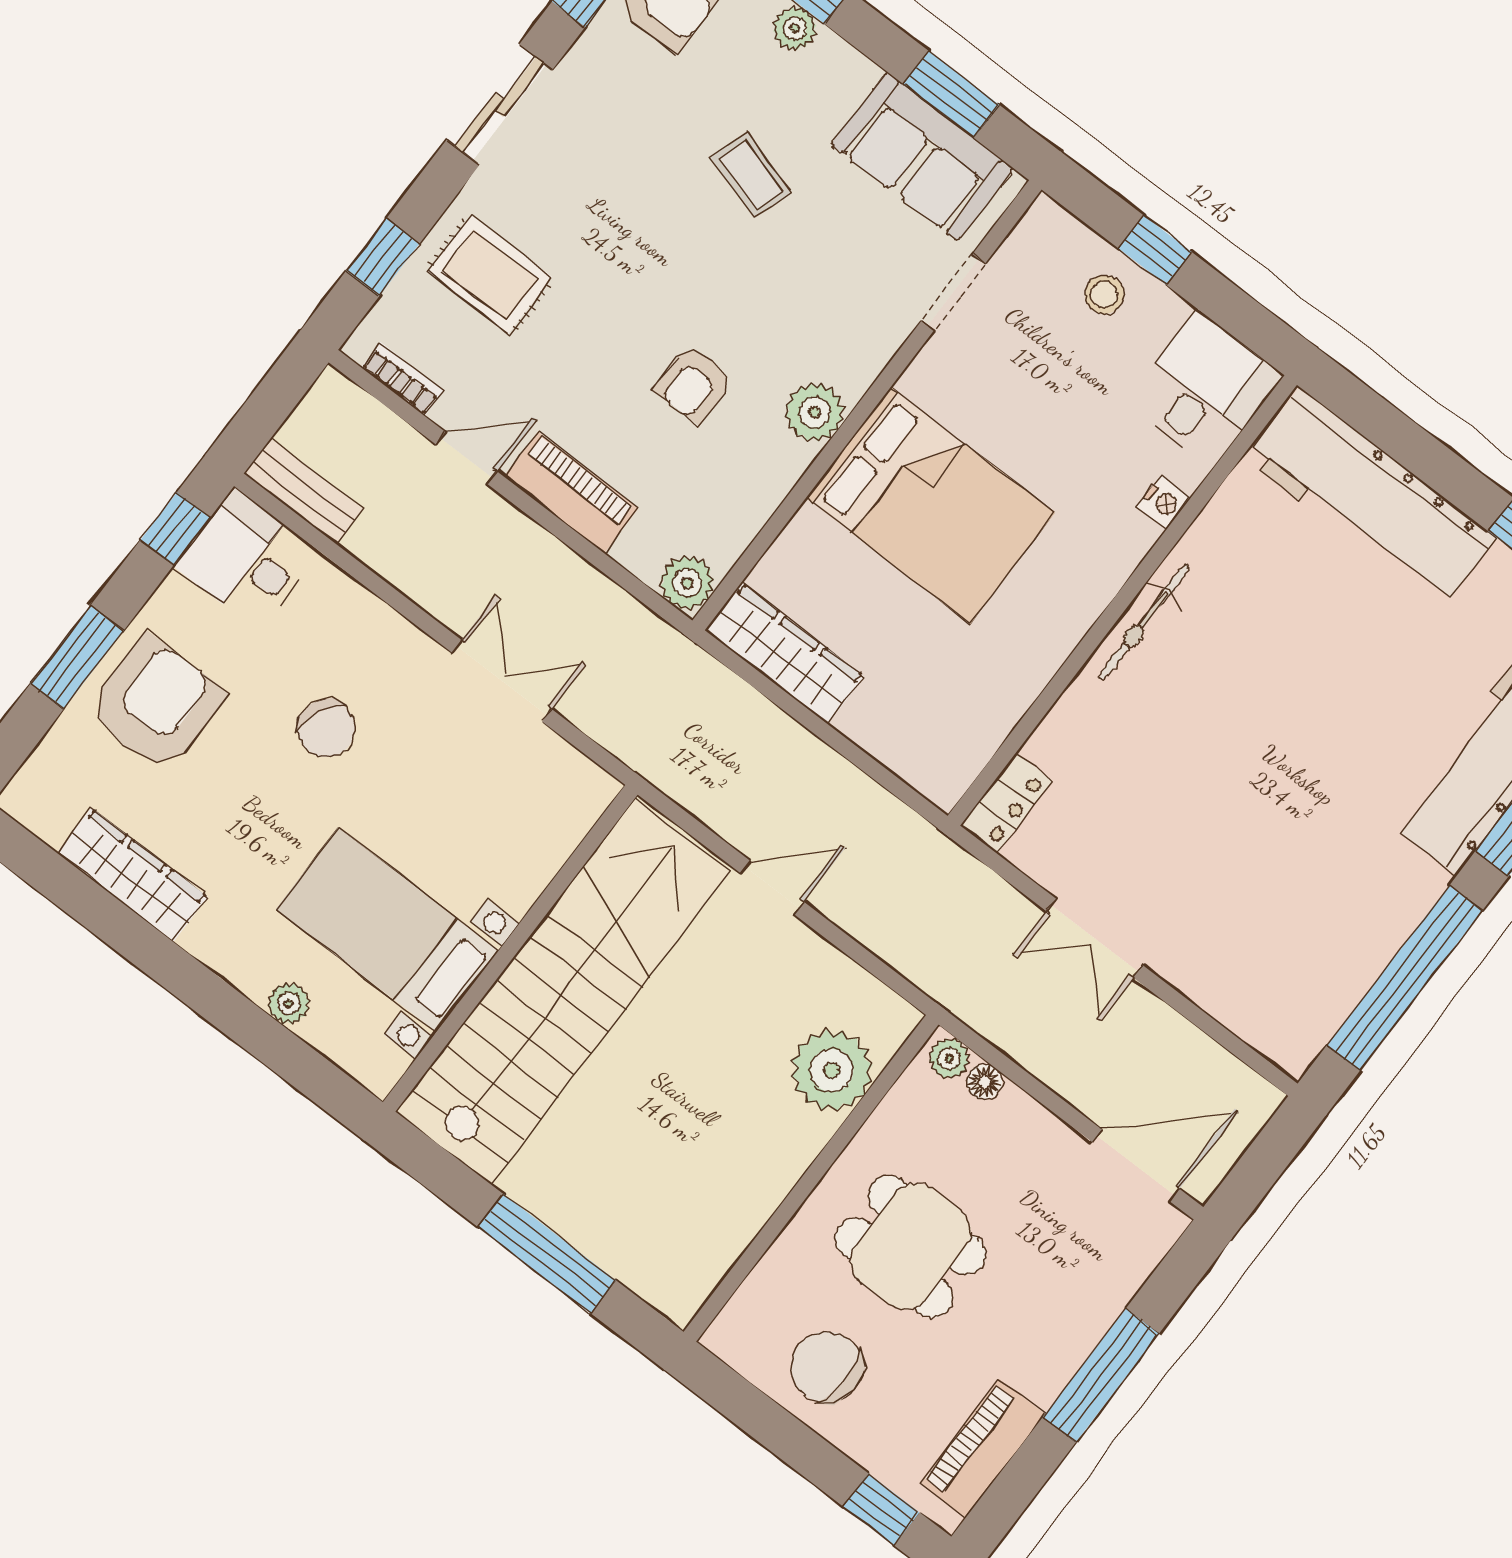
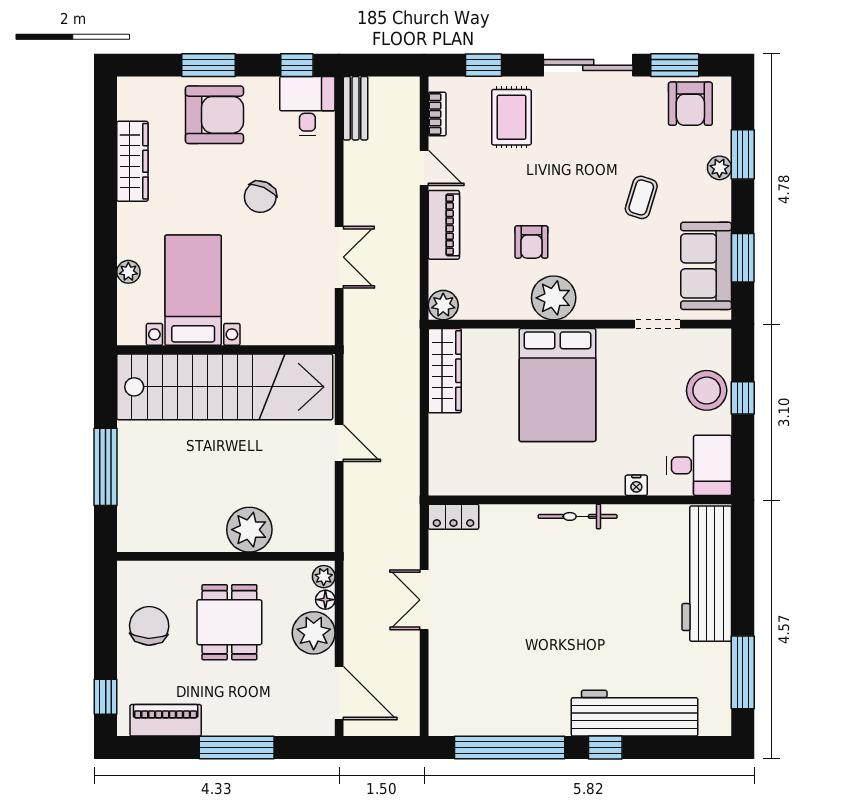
sliding door: (499, 105) -> (588, 65), width x1.37
stool: (1104, 294) -> (707, 390), width x1.89, depth x1.89
armchair: (694, 384) -> (531, 242), turned -90
plant: (814, 412) -> (554, 298), width x1.36, depth x1.36
plant: (832, 1070) -> (249, 530), moved
plant: (1020, 1136) -> (314, 633), added

